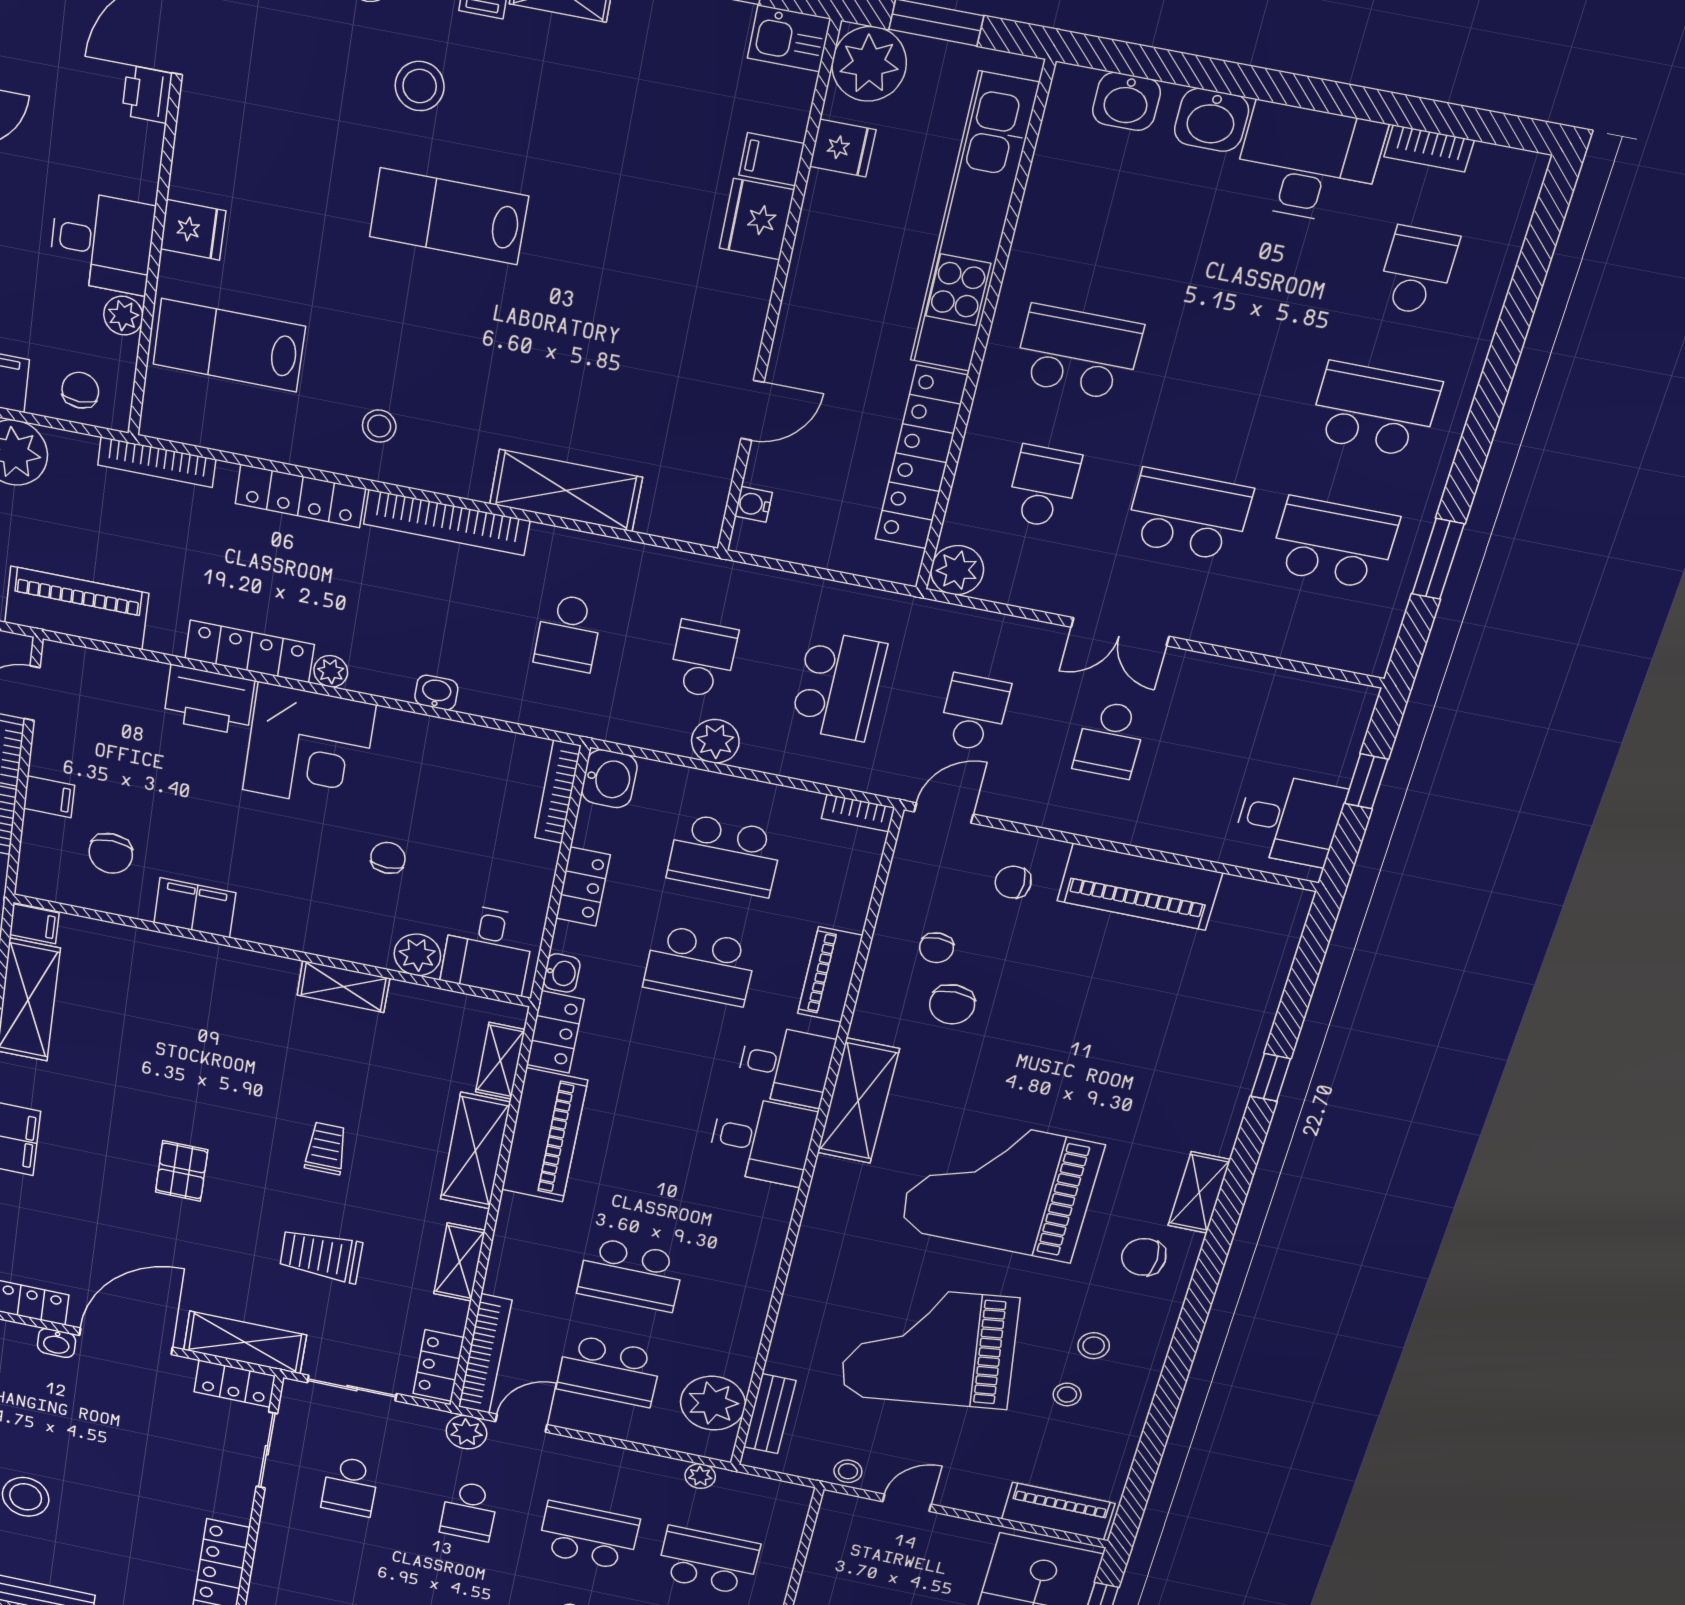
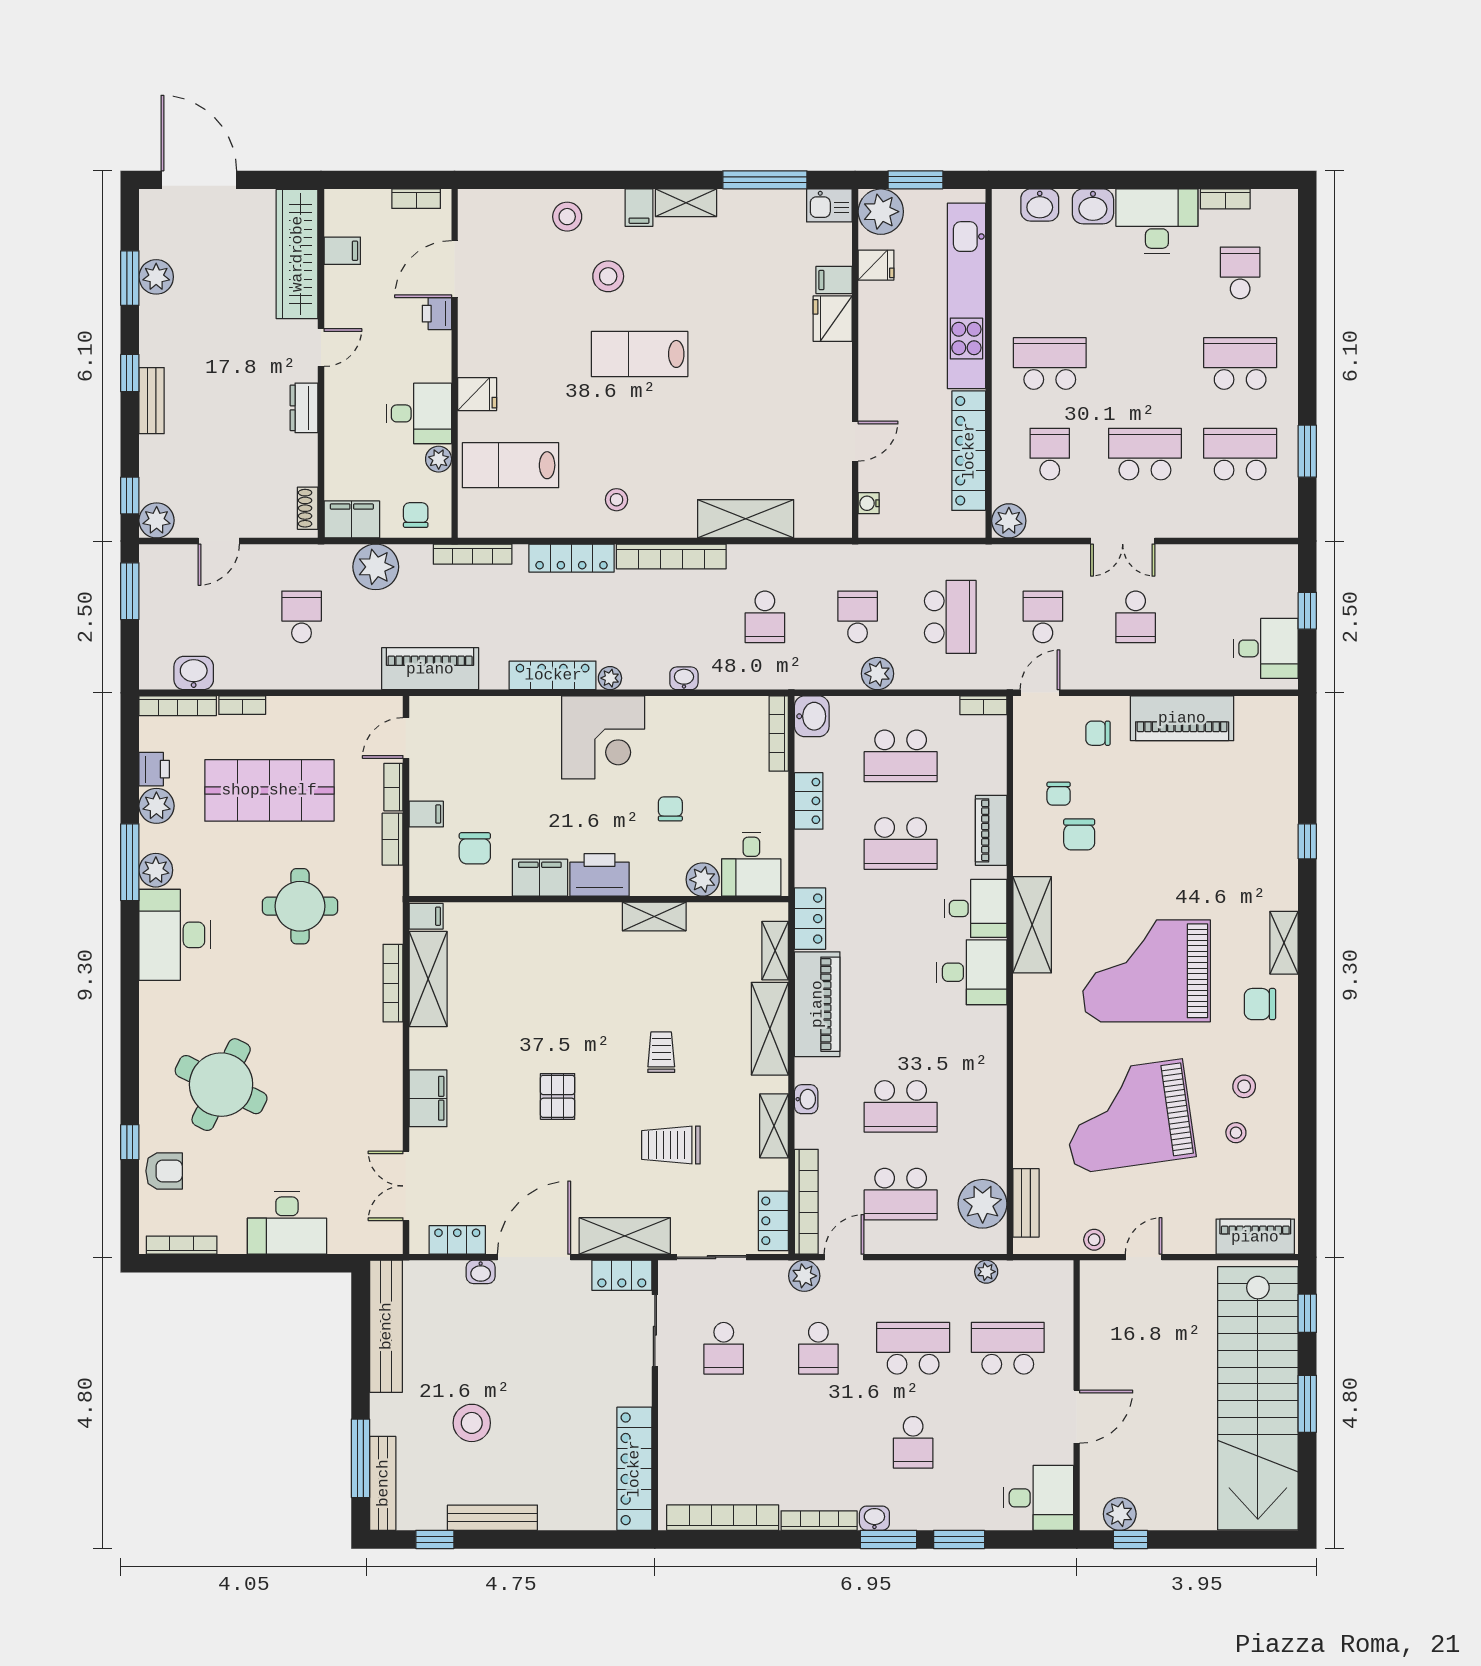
printer: (209, 700) -> (600, 875), moved, turned 180
washbasin: (562, 973) -> (806, 1099), moved

